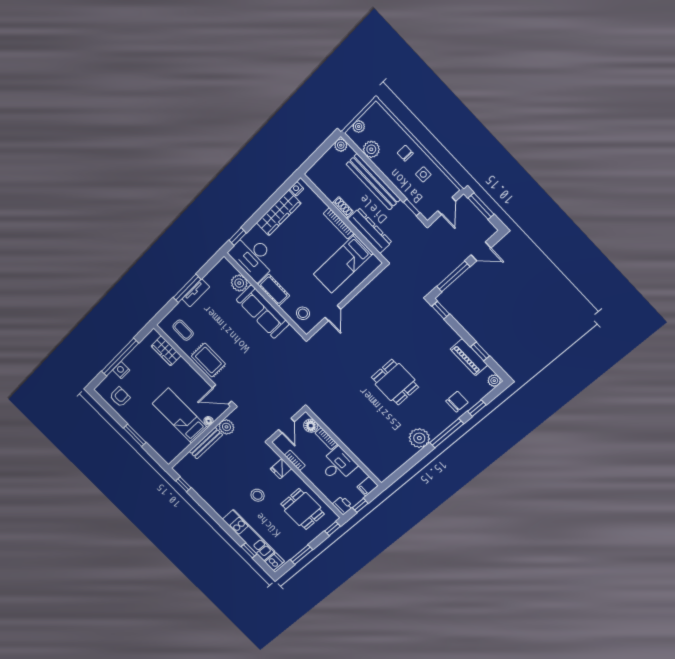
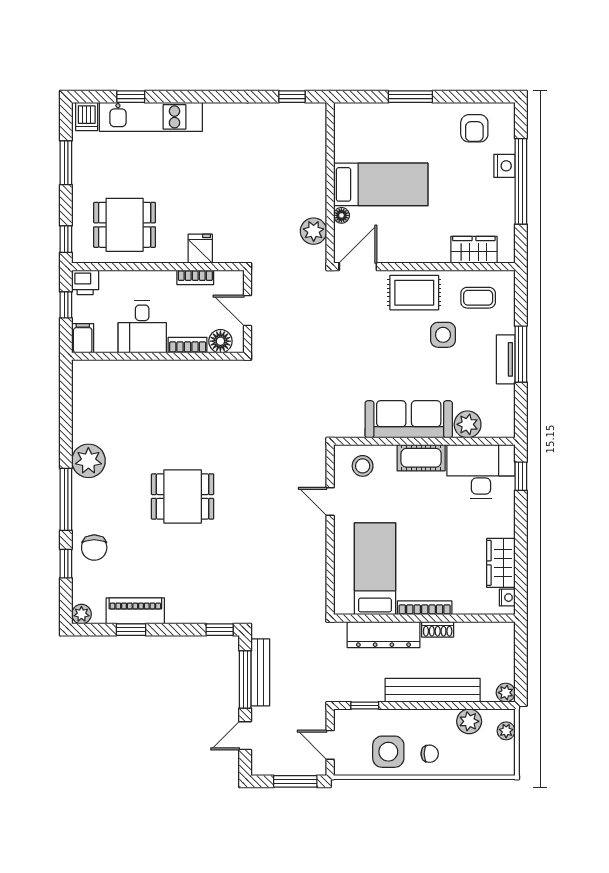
side table: (423, 174) -> (388, 752), width x1.87, depth x1.87
wardrobe: (279, 213) -> (501, 563), width x0.67
side table: (213, 331) -> (443, 335), added
bench: (206, 443) -> (260, 672), moved
stool: (258, 495) -> (193, 183), removed

